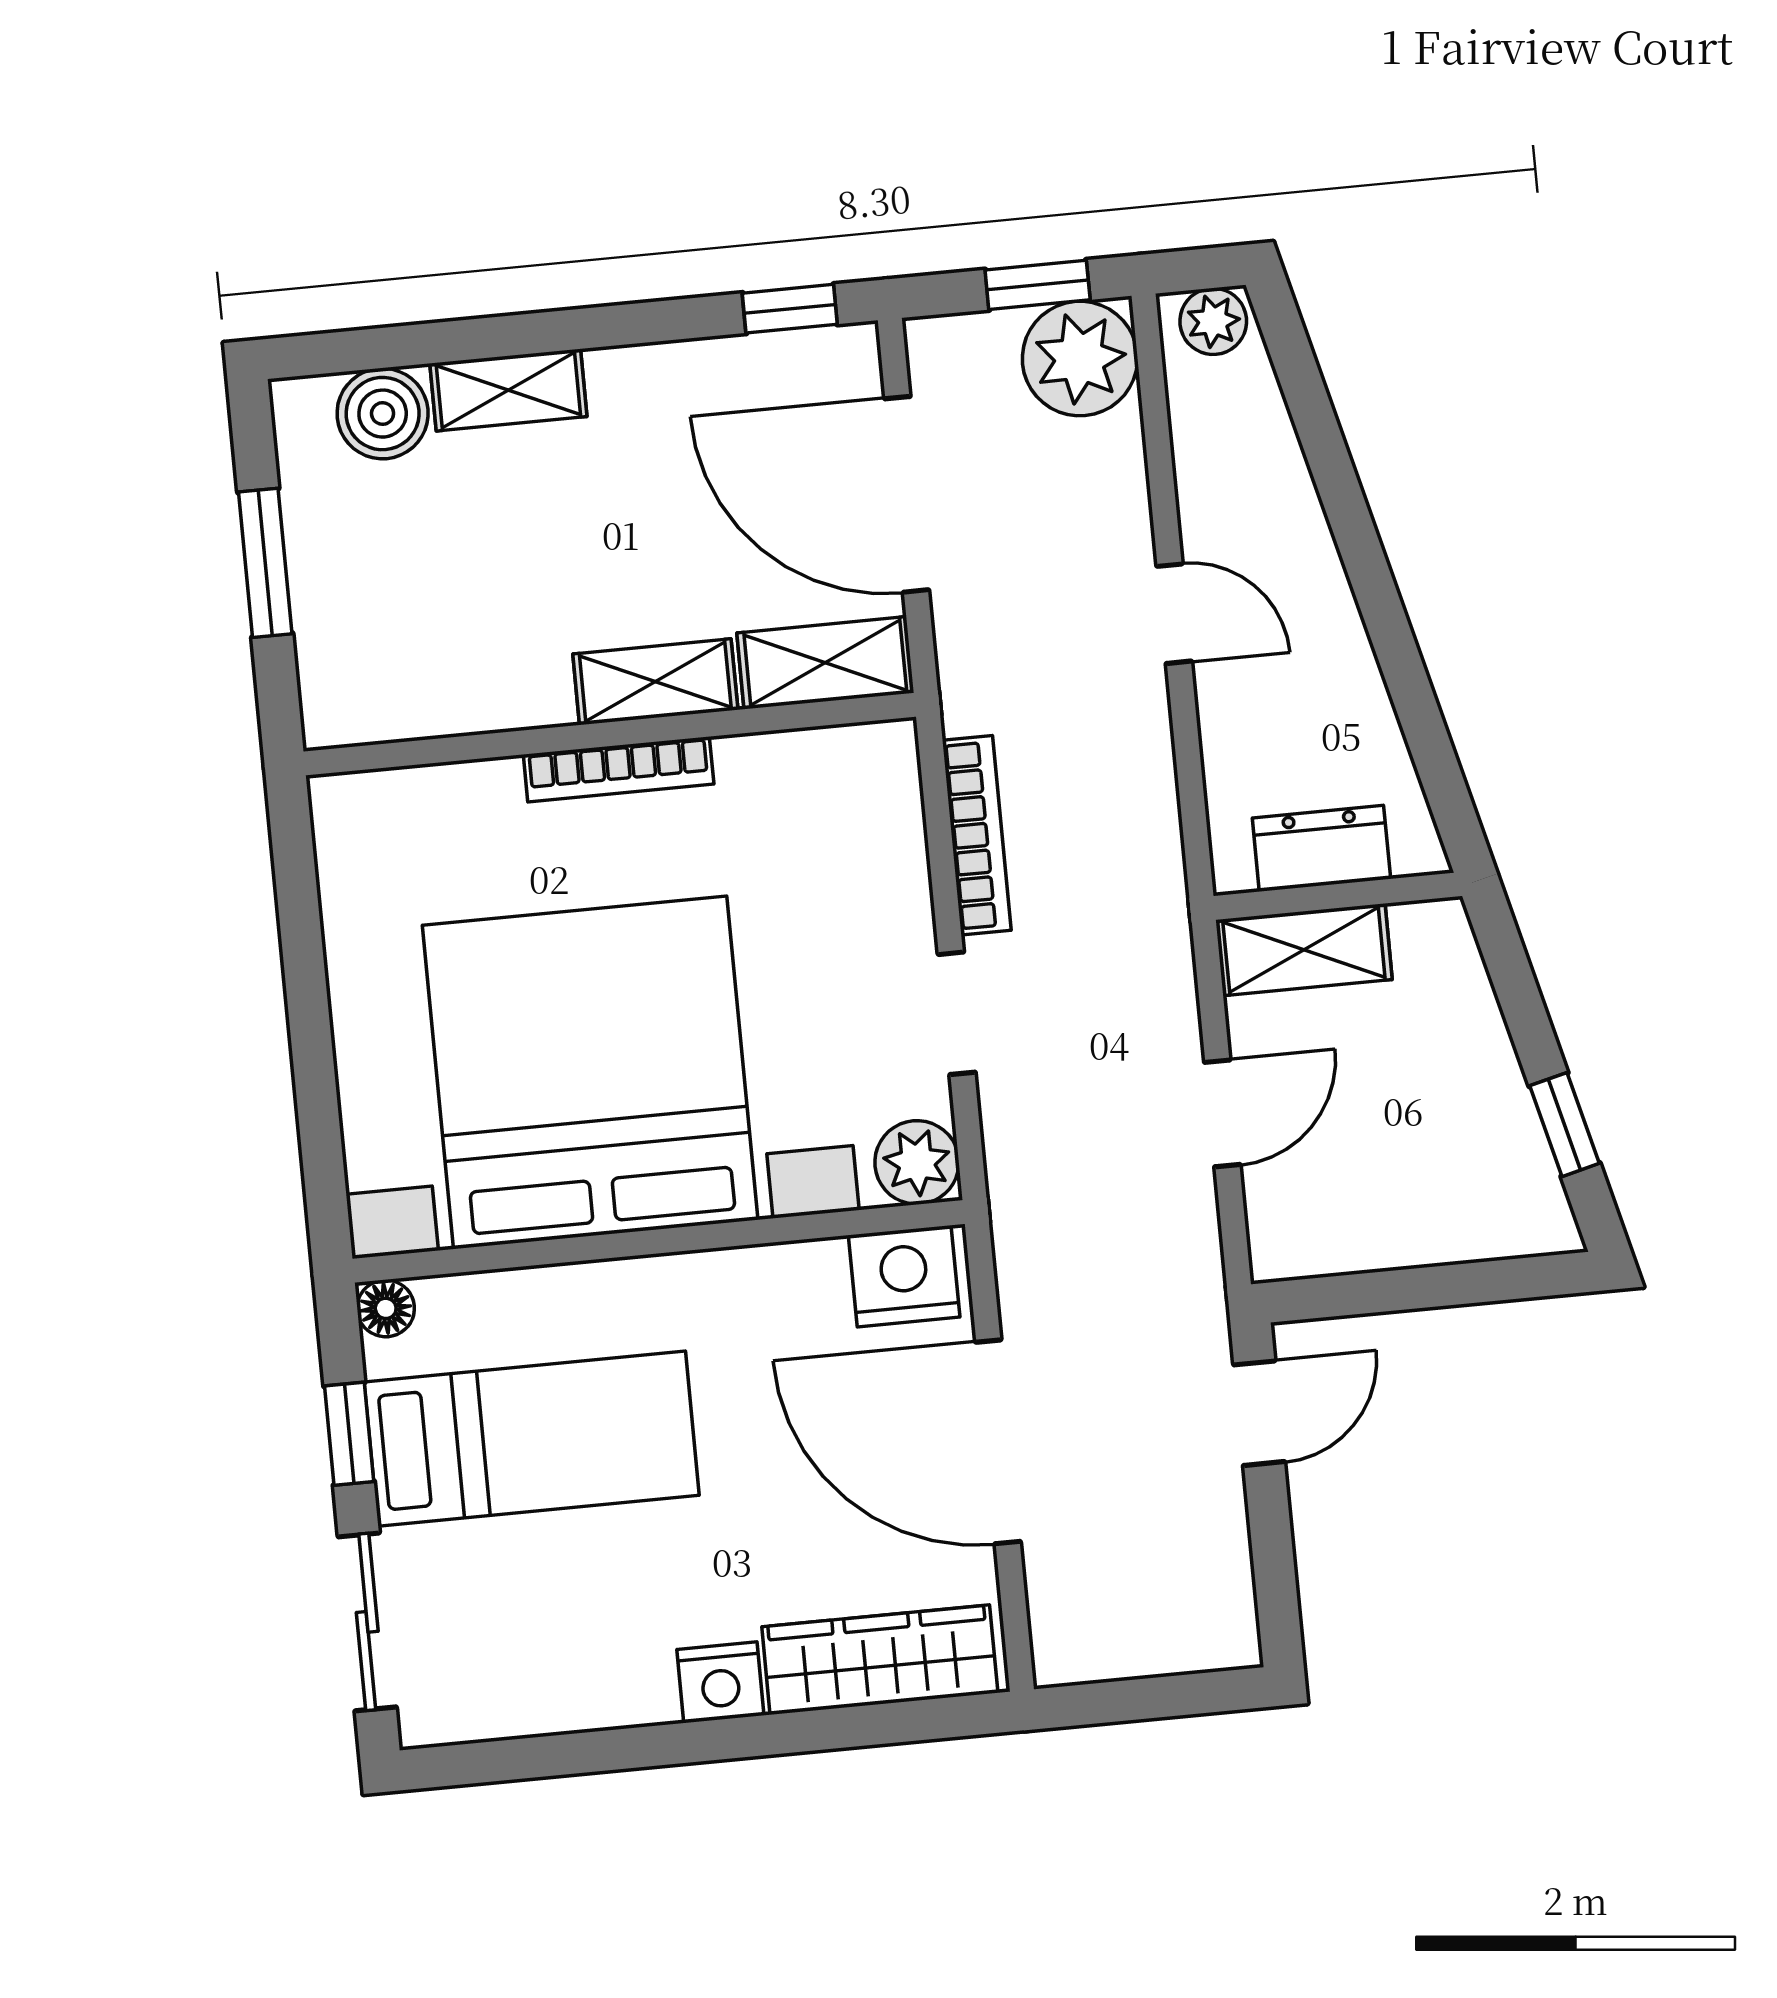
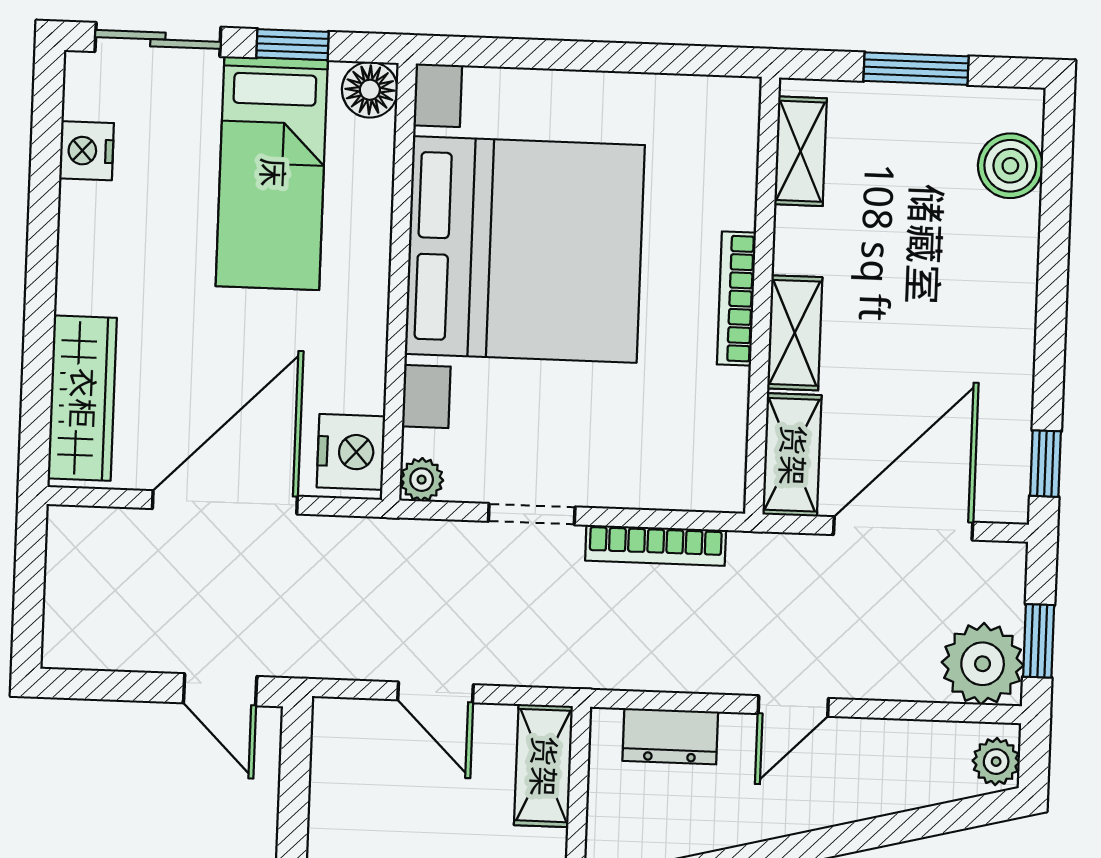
shelving: (508, 390) -> (800, 151), moved
dresser: (1321, 848) -> (670, 736), moved, turned 90
plant: (917, 1162) -> (422, 480), width x0.73, depth x0.73
floor lamp: (386, 1308) -> (370, 90), width x1.37, depth x1.37
nightstand: (720, 1682) -> (87, 151), moved

